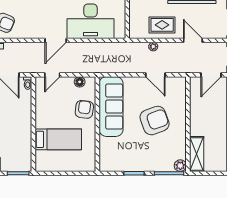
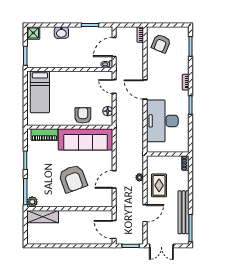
armchair: (84, 109) -> (83, 115), turned -97
bed: (58, 139) -> (40, 92), moved
piano: (106, 152) -> (44, 135), added

